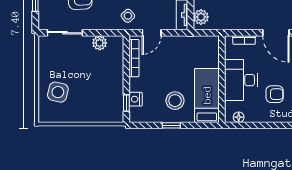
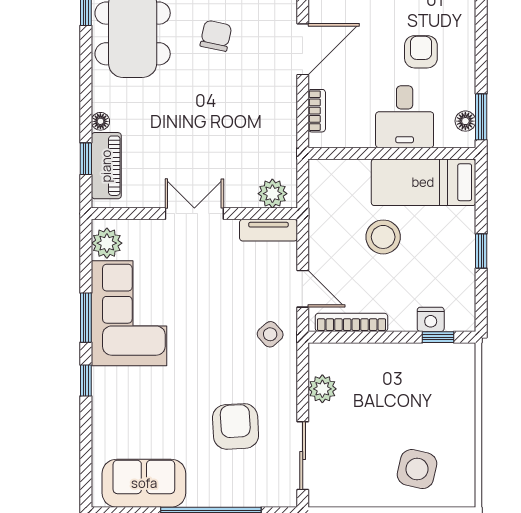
desk: (241, 80) -> (405, 117), width x0.73
stool: (175, 101) -> (383, 237), moved
window: (241, 125) -> (481, 117), added

